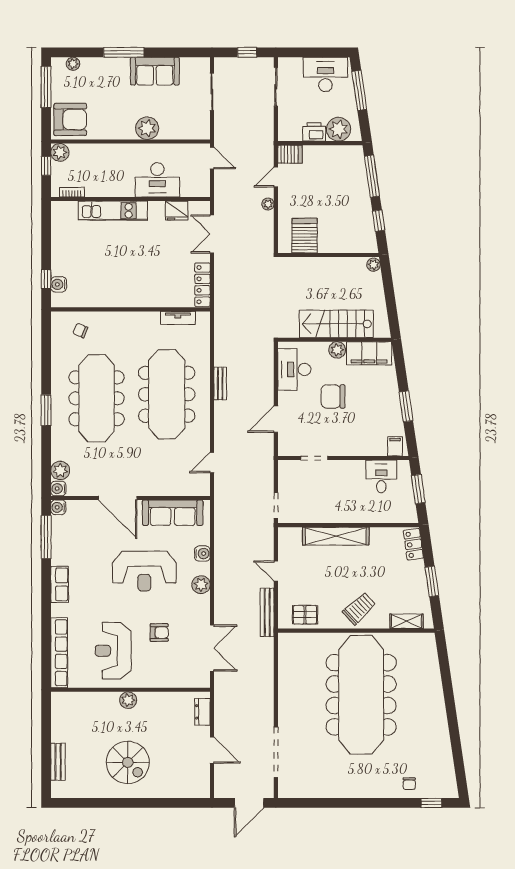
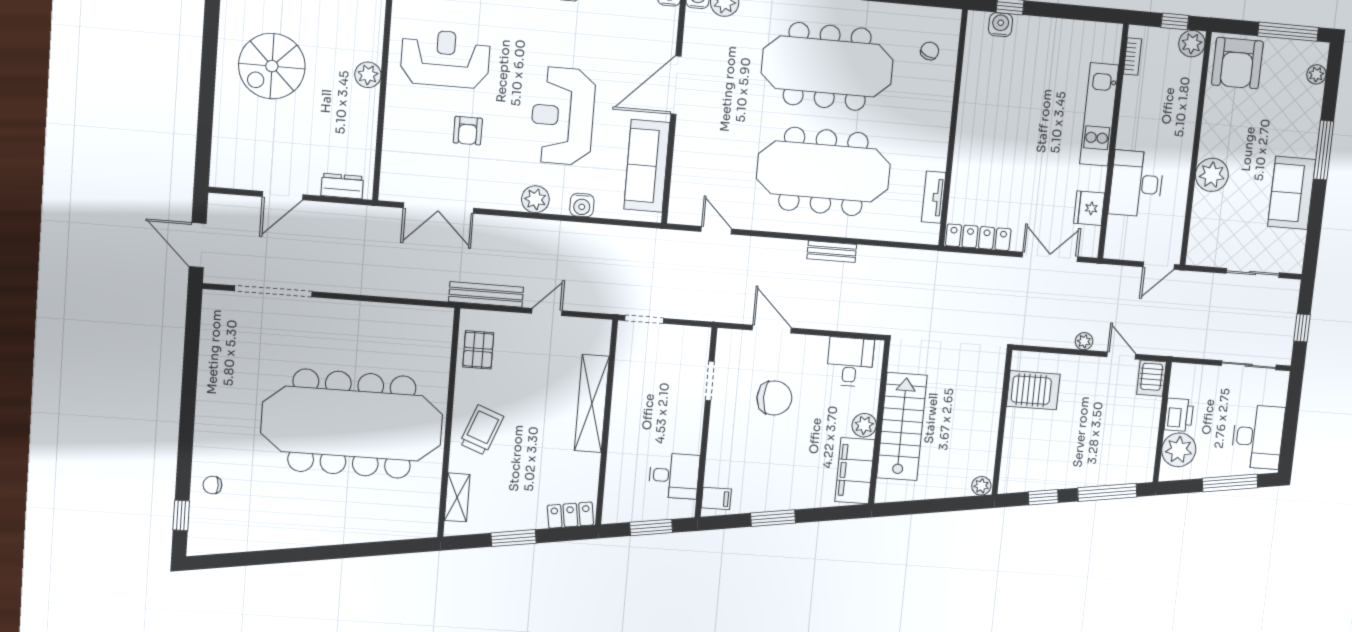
desk: (294, 369) -> (850, 362), width x0.73
chair: (333, 396) -> (774, 398), moved, turned 90
trolley: (359, 608) -> (482, 430), turned -116

